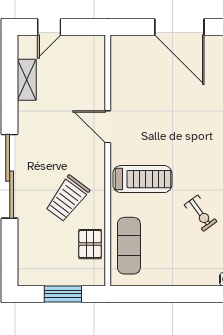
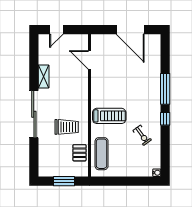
shelving: (27, 80) -> (44, 76), moved
door: (108, 127) -> (89, 60), moved
trolley: (67, 199) -> (67, 127), turned -127

